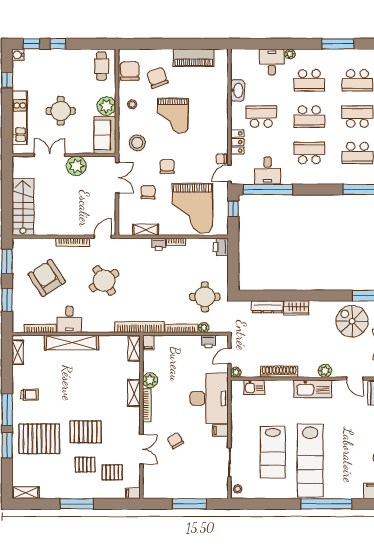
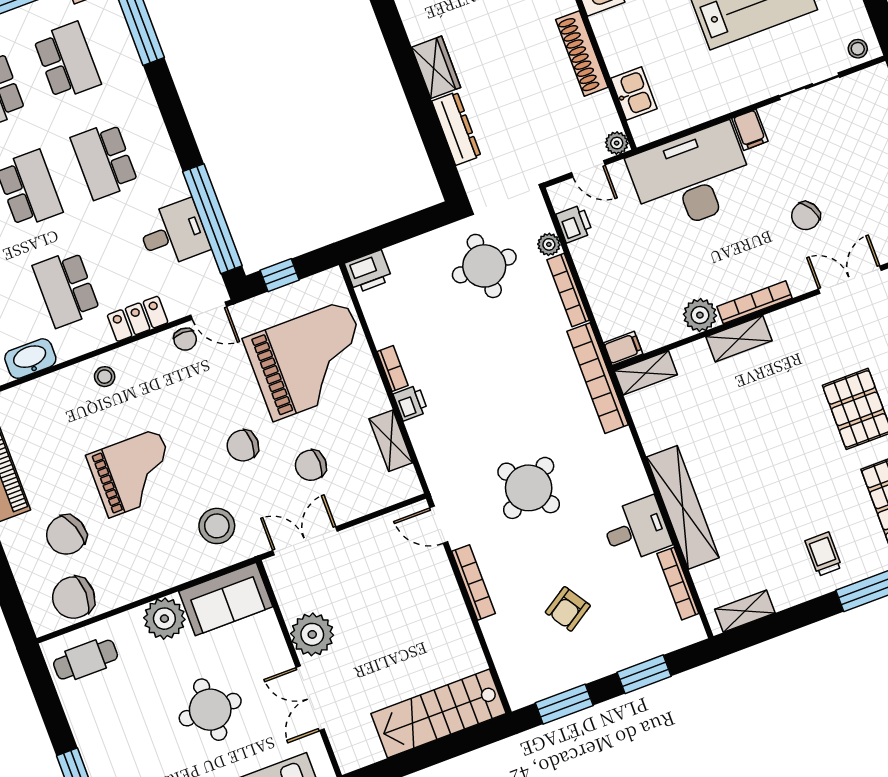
stool: (132, 104) -> (105, 377), moved
armchair: (47, 278) -> (568, 609), width x0.53, depth x0.53

